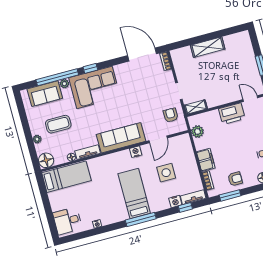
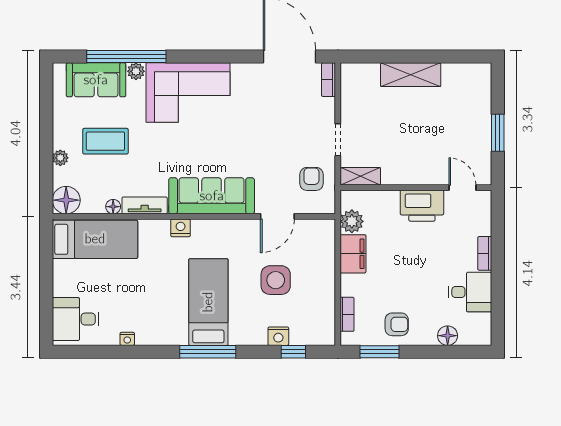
window: (90, 68) -> (190, 56), removed
nightstand: (136, 152) -> (181, 228), moved
filing cabinet: (206, 160) -> (353, 254), moved
tv unit: (193, 197) -> (312, 337), removed

